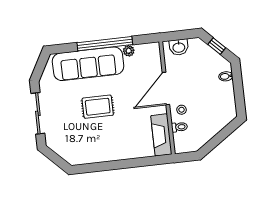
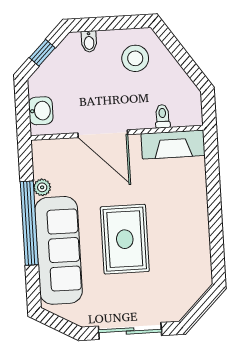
rug: (98, 107) -> (125, 239), width x1.36, depth x1.43
stool: (182, 110) -> (135, 58), moved, width x1.89, depth x1.89

